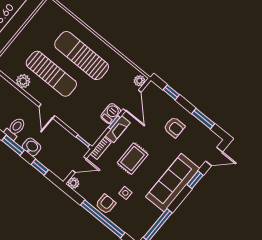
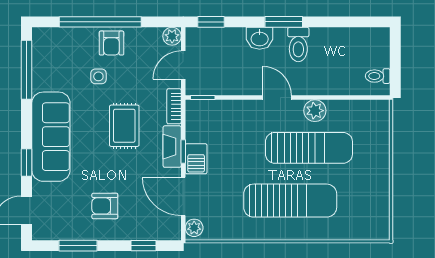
sun lounger: (51, 74) -> (309, 148), turned 180
plant: (23, 81) -> (315, 111), moved
window: (40, 167) -> (211, 22), moved

